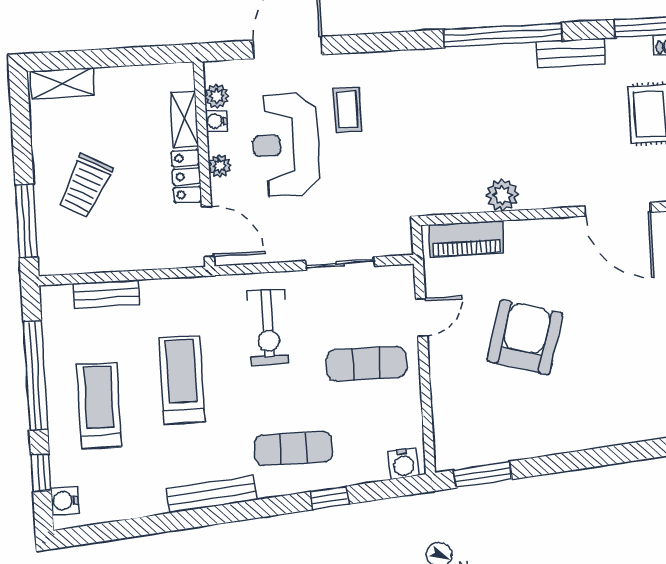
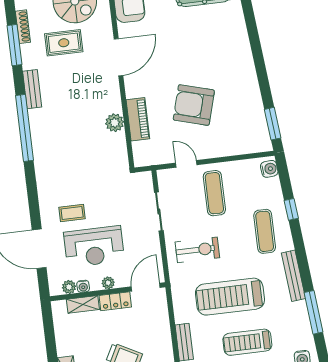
piano: (466, 239) -> (138, 119), moved
treadmill: (182, 380) -> (230, 297), width x1.37, depth x1.38
window: (145, 526) -> (314, 312), added

